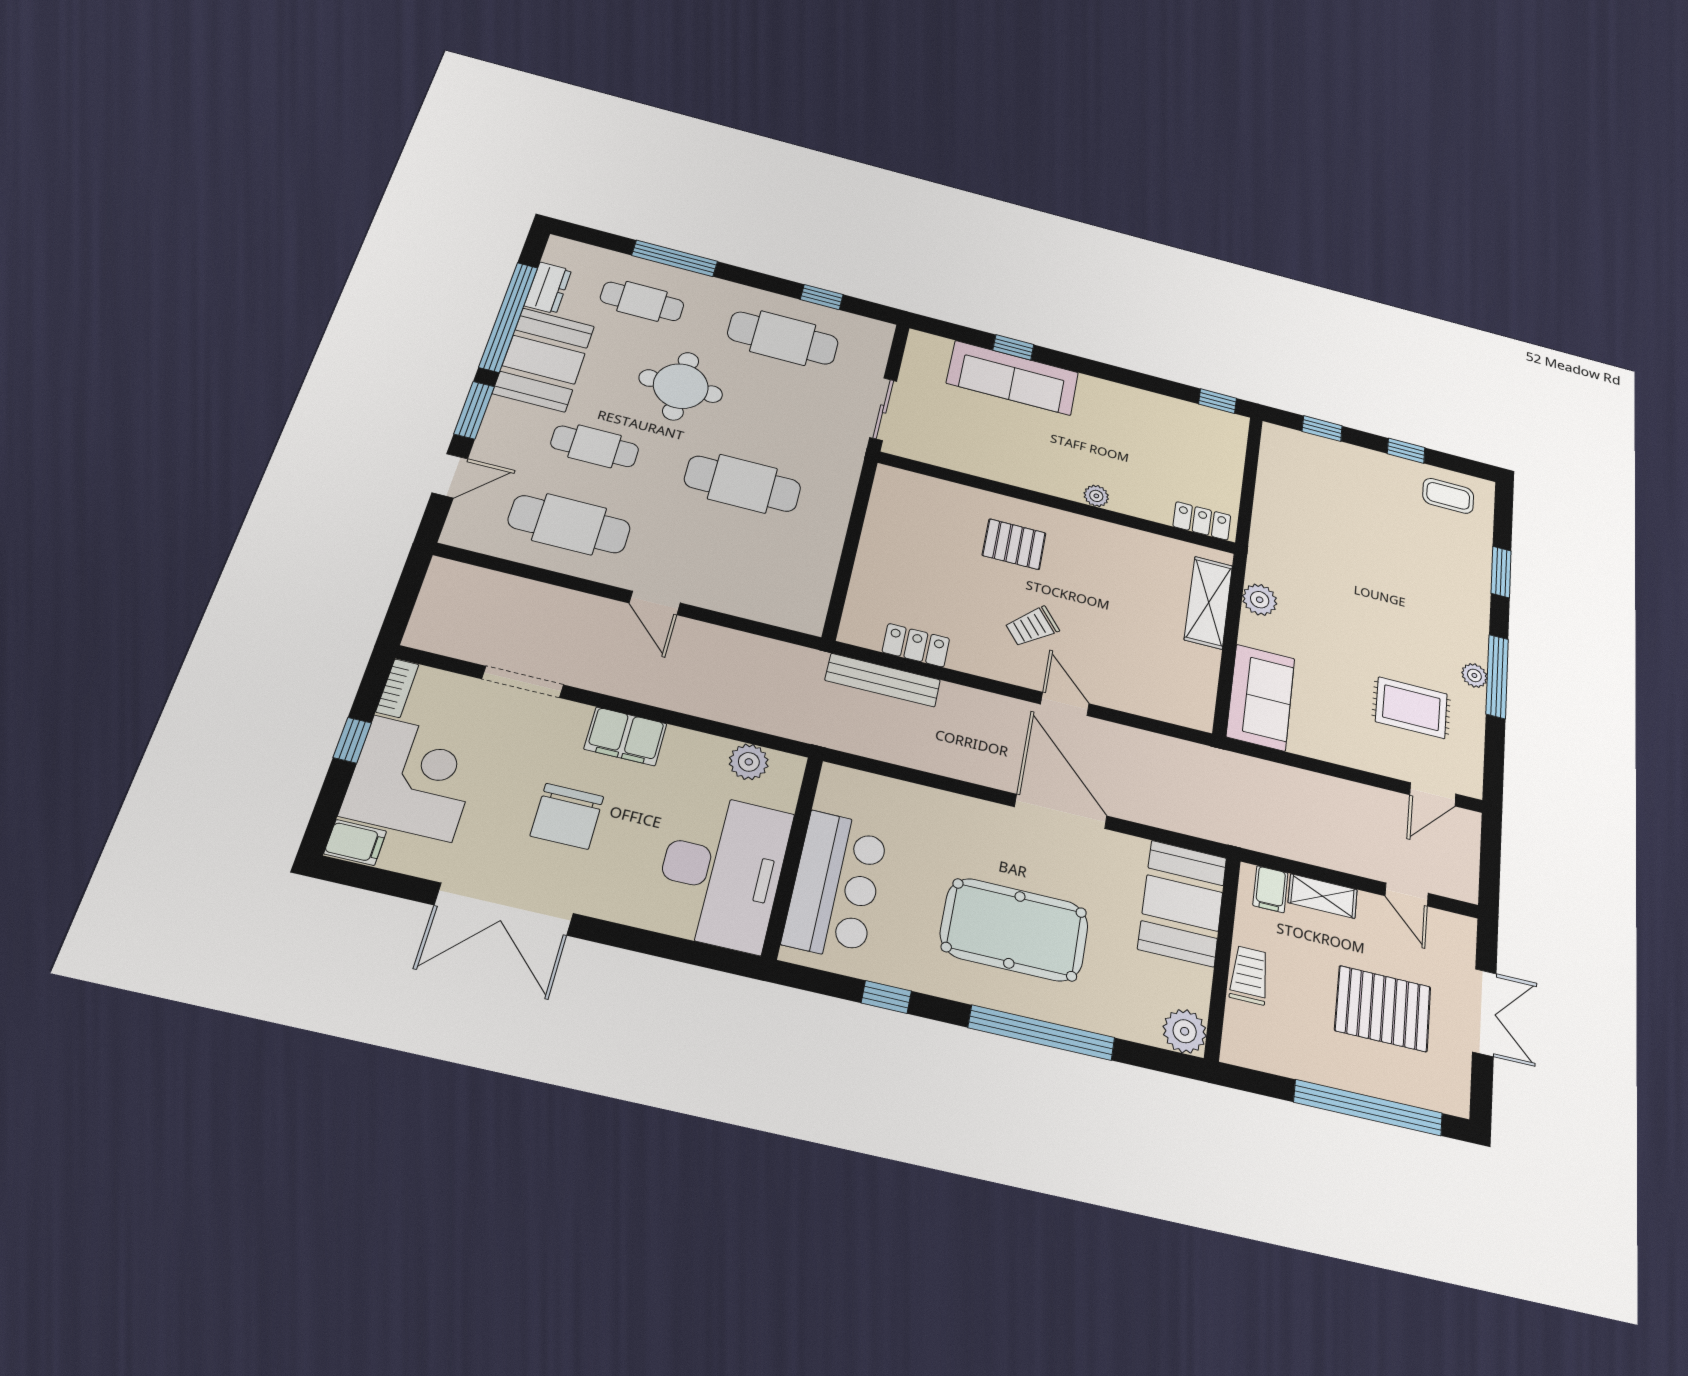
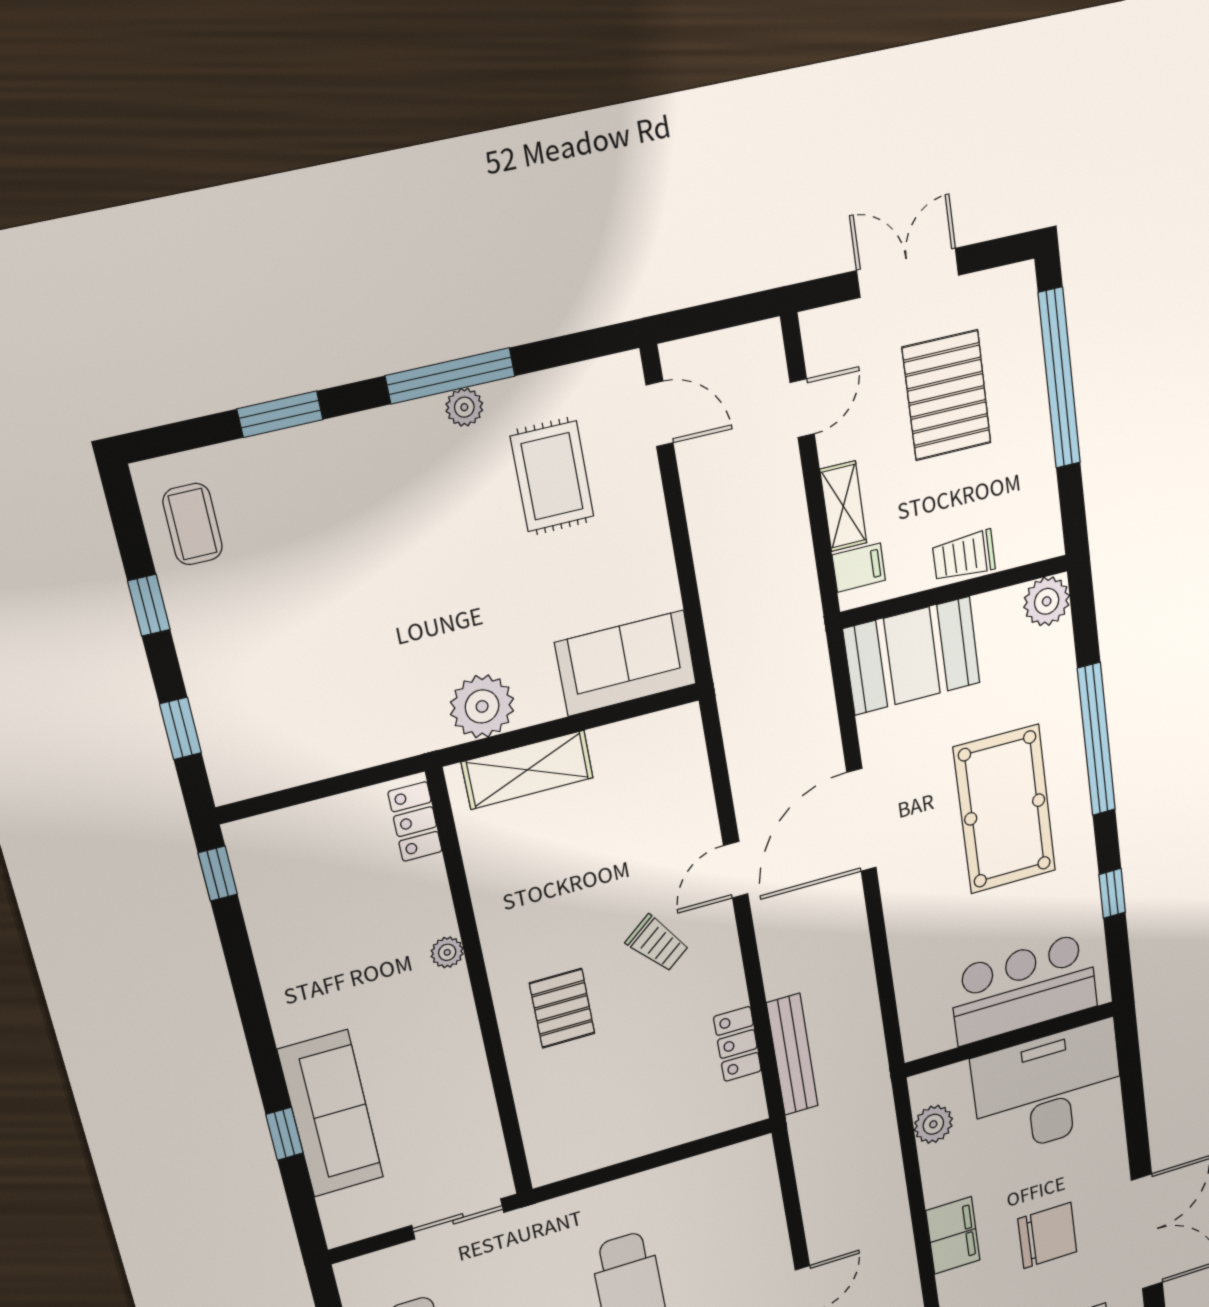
plant: (1260, 600) -> (482, 706), width x1.36, depth x1.36

